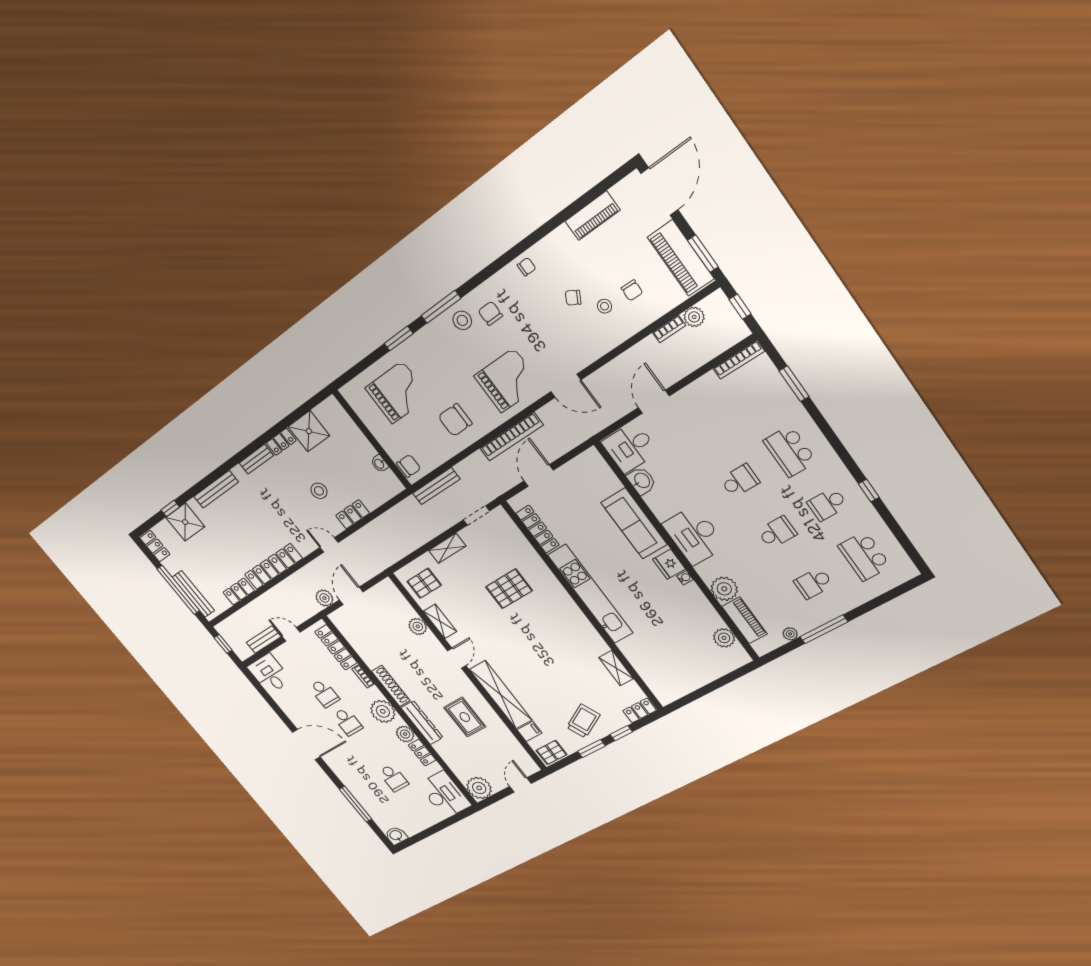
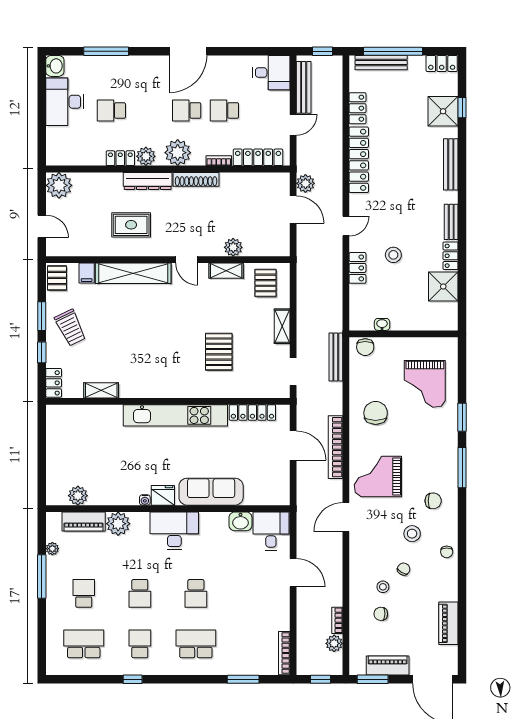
piano: (681, 258) -> (388, 666), width x0.73, depth x0.75
stool: (462, 320) -> (412, 534), moved
grand piano: (508, 381) -> (378, 476), turned 90
bench: (264, 640) -> (304, 87), width x1.36
desk: (444, 795) -> (65, 102), moved, turned 90

